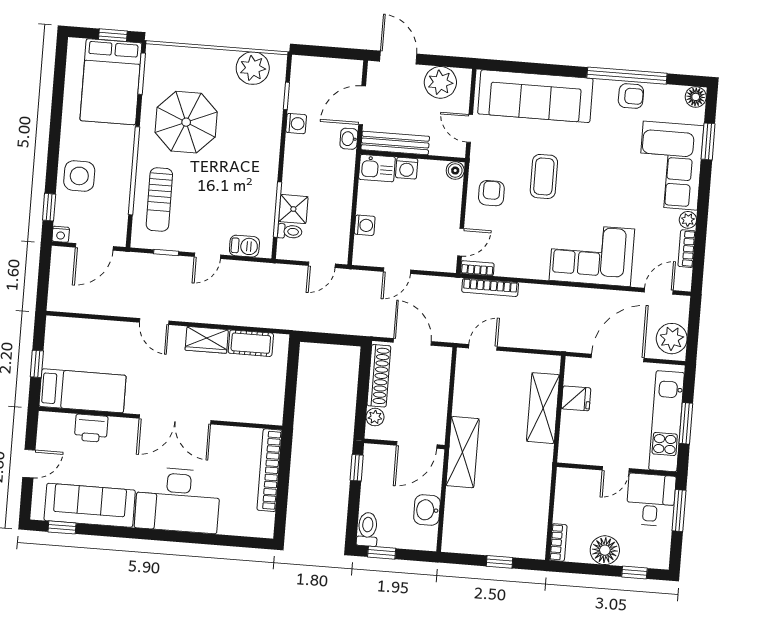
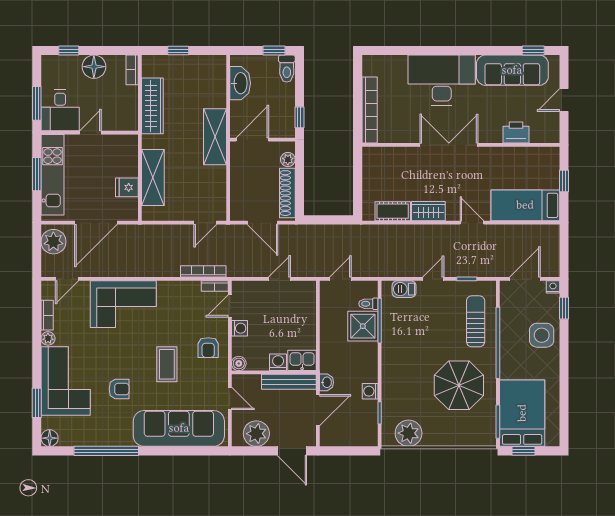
armchair: (631, 96) -> (119, 389), moved, turned 180
shower: (293, 209) -> (363, 326), width x1.36, depth x1.36
washing machine: (365, 225) -> (239, 328), moved, turned 180
bed: (83, 391) -> (525, 205), moved
wardrobe: (537, 496) -> (152, 106), added
washbasin: (427, 510) -> (240, 83), width x1.38

